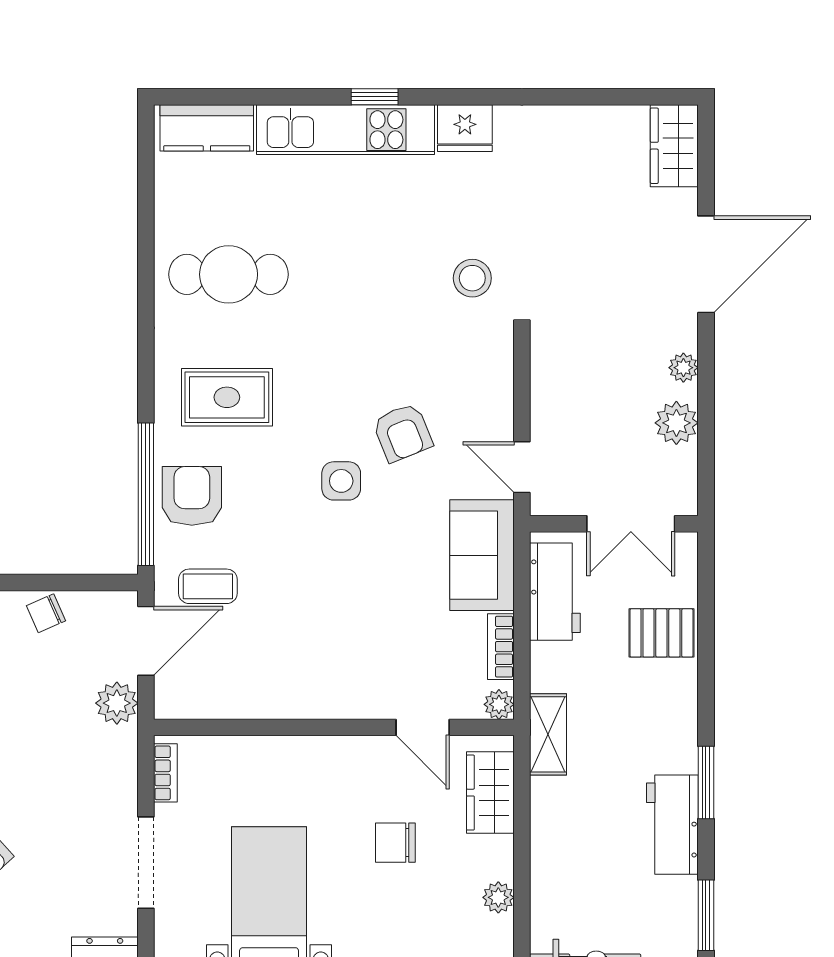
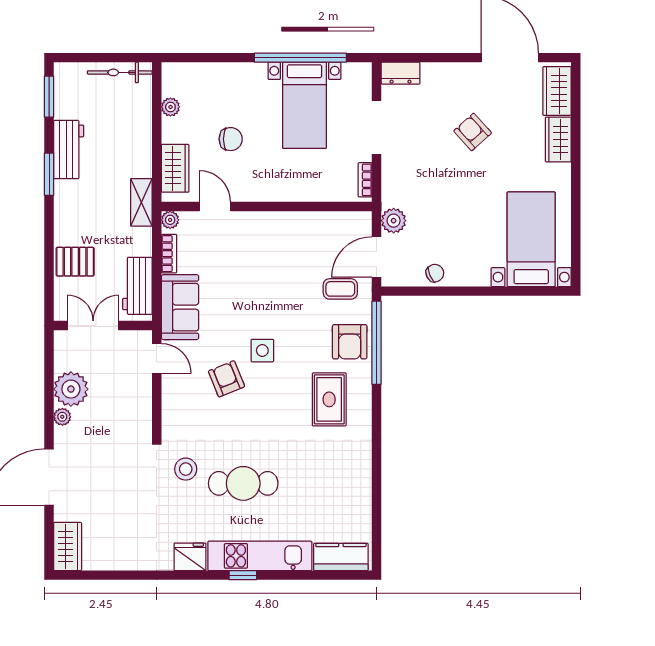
cafe table: (229, 274) -> (243, 483), moved
rug: (227, 397) -> (329, 399), turned 90
plant: (676, 423) -> (71, 389), width x1.36, depth x1.36

